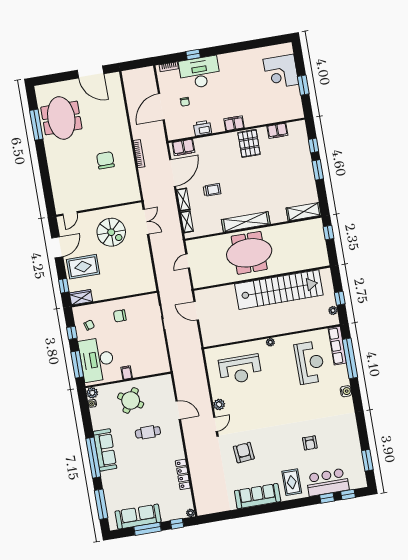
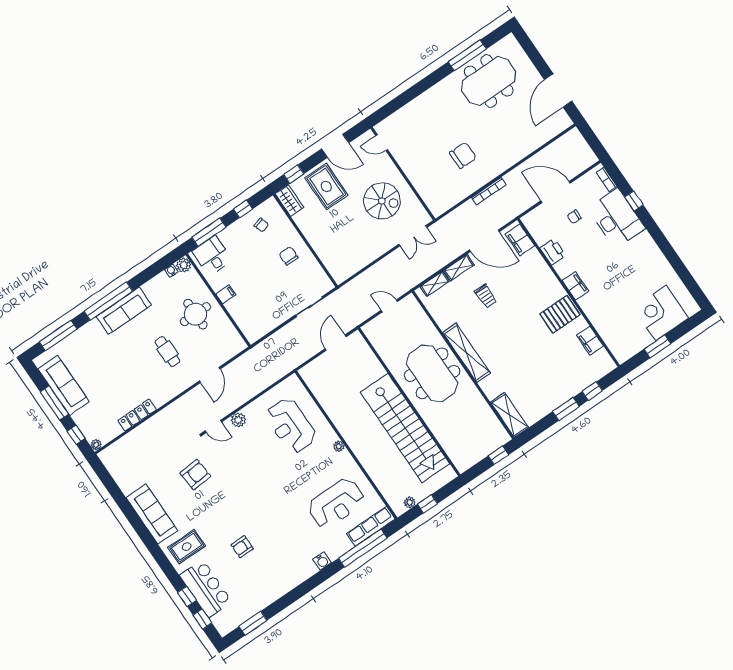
spiral stairs: (111, 232) -> (382, 201), turned -90
desk: (97, 360) -> (212, 256), width x0.53, depth x0.77
round table: (131, 400) -> (195, 314), turned -33

